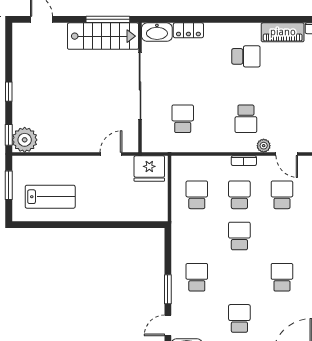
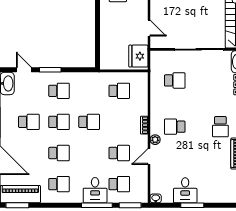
school desk: (239, 195) -> (59, 122), moved

